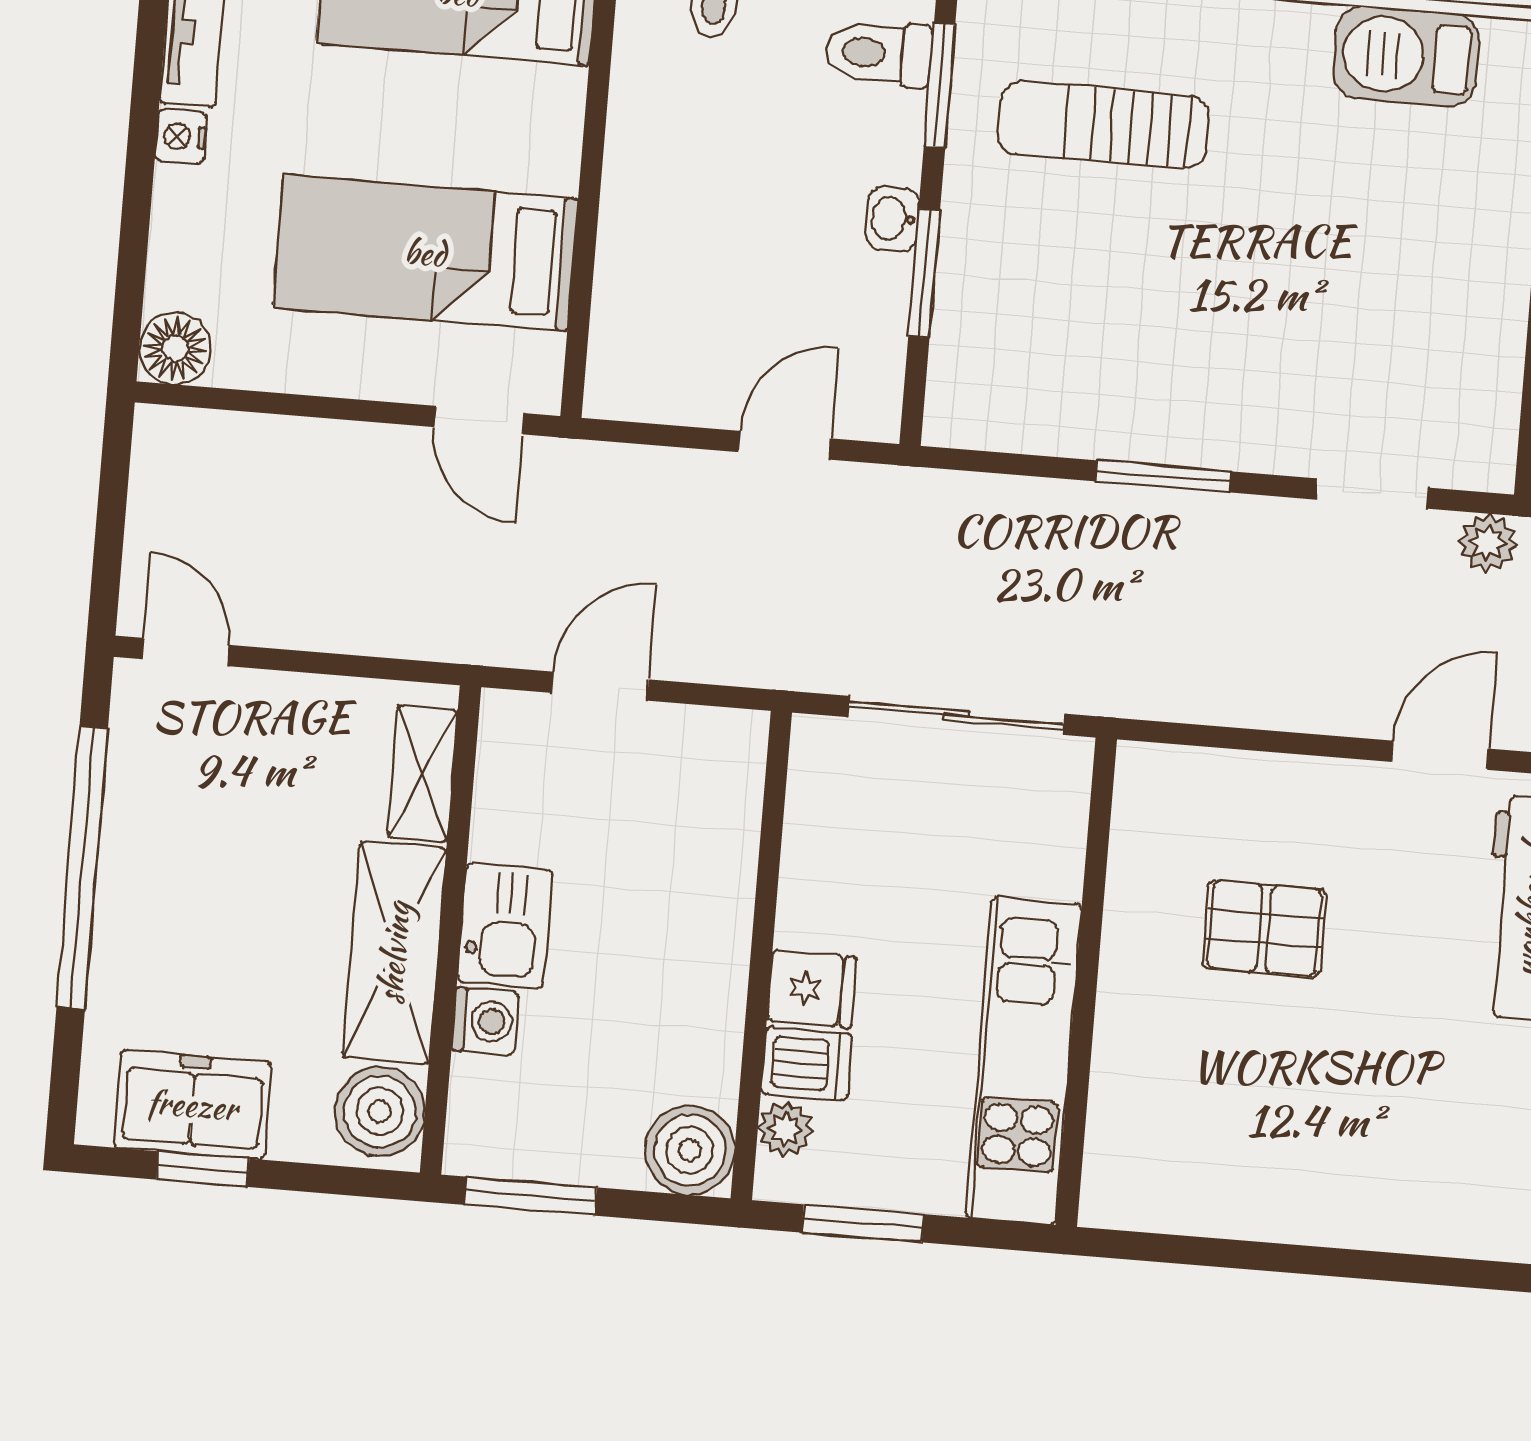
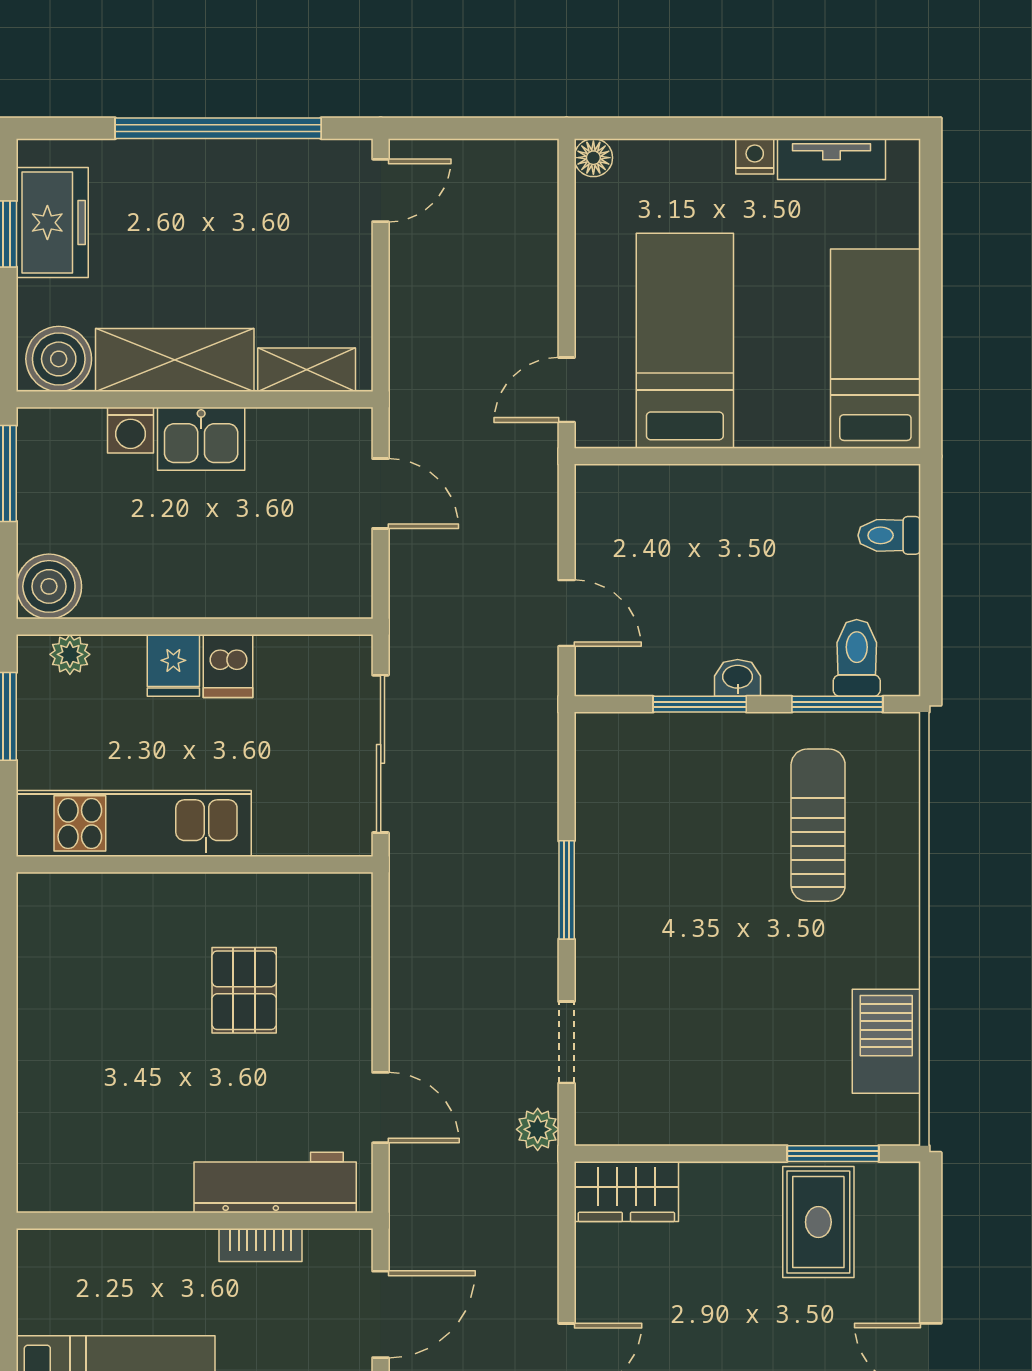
floor lamp: (175, 348) -> (593, 158), width x0.73, depth x0.73
dishwasher: (807, 1064) -> (228, 666), moved

